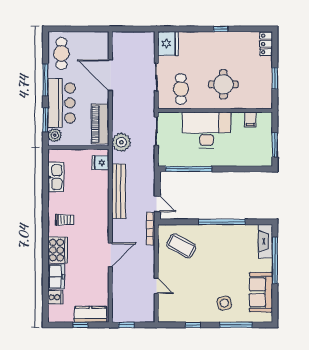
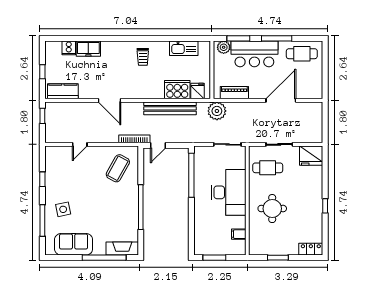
piano: (100, 124) -> (234, 93), width x0.73, depth x0.75
cooker: (58, 250) -> (177, 90), moved, turned 180
kitchen counter: (90, 314) -> (63, 91), moved, turned -90

